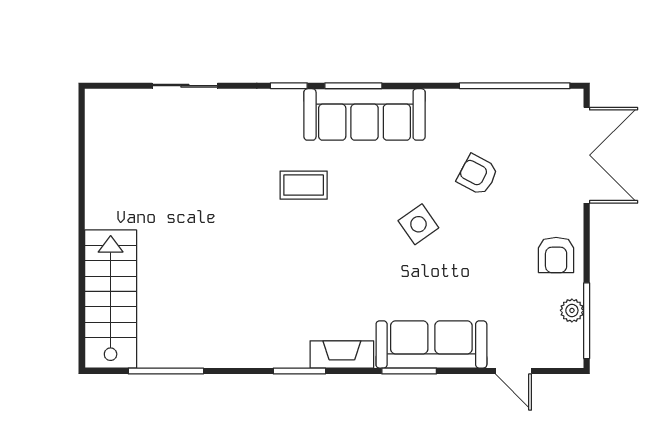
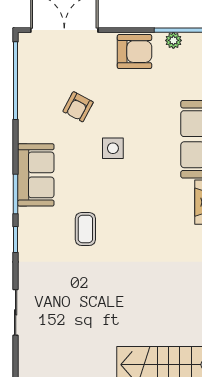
sofa: (365, 114) -> (36, 175), width x0.73
side table: (418, 224) -> (113, 148), turned 35
armchair: (556, 255) -> (134, 52), width x1.38, depth x1.38

